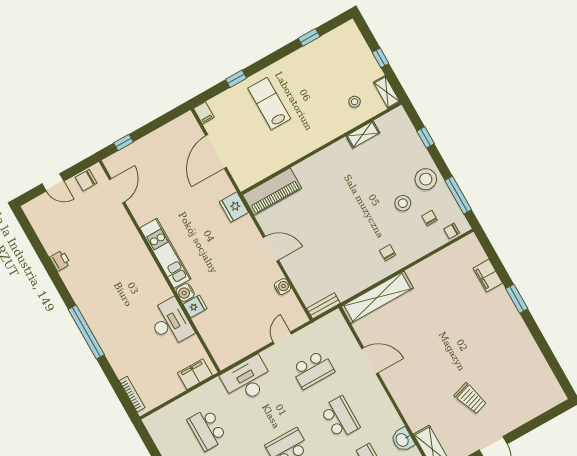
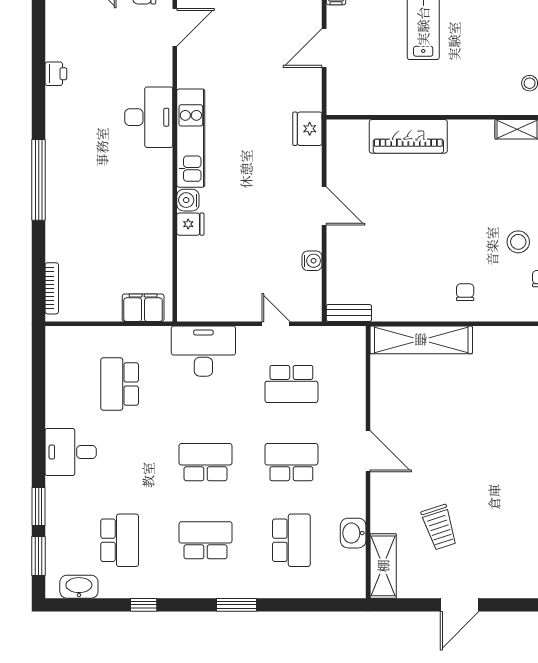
door: (216, 151) -> (324, 48), width x0.73
piano: (272, 192) -> (408, 136), moved
desk: (170, 323) -> (149, 117), moved
door: (282, 338) -> (276, 324), hinge flipped
door: (370, 361) -> (368, 451), moved
trolley: (470, 399) -> (439, 527), moved
school desk: (340, 418) -> (291, 462), turned -90

